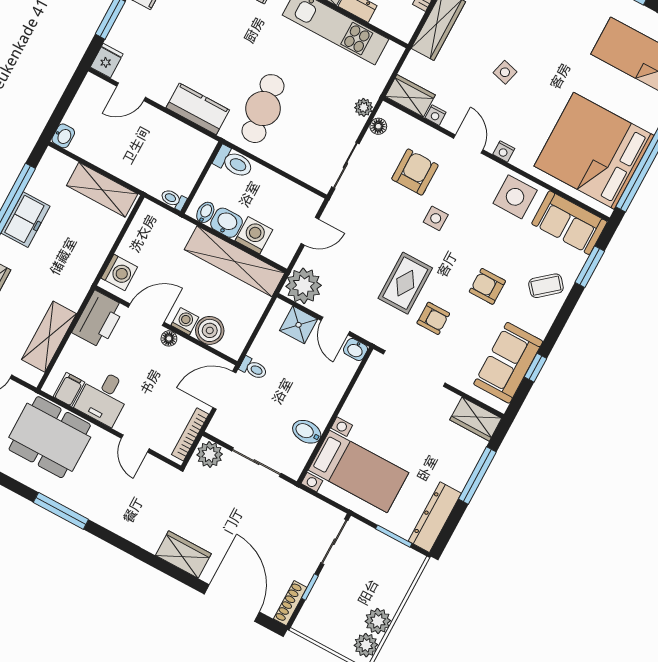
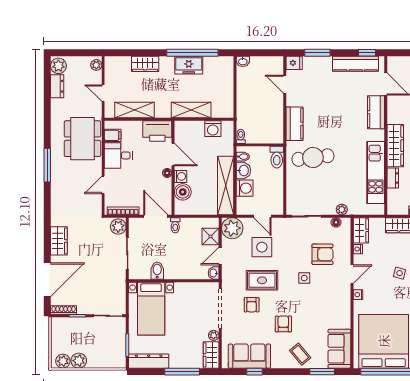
shelving: (102, 190) -> (191, 110), moved, turned 90
side table: (515, 197) -> (262, 247), moved
washing machine: (119, 272) -> (213, 129), moved
plant: (449, 400) -> (214, 335), added

